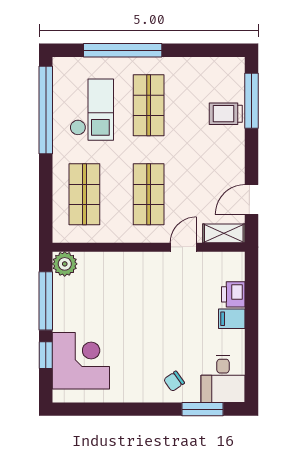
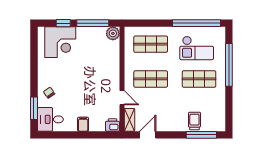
door: (251, 200) -> (148, 135), hinge flipped
printer: (233, 294) -> (113, 125), moved

